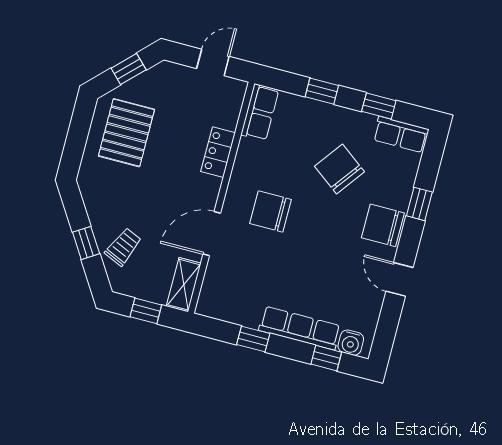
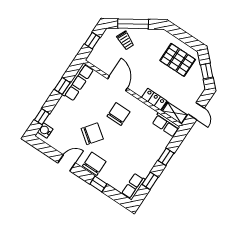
chair: (340, 169) -> (92, 134), moved
window: (86, 243) -> (133, 24), width x2.17
shelving: (184, 285) -> (175, 113), moved
row of seats: (300, 328) -> (78, 82), moved

